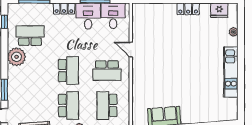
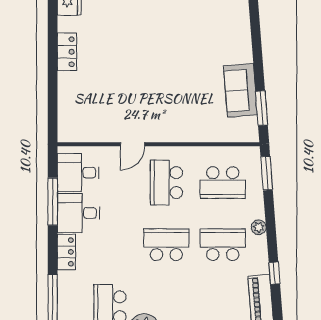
school desk: (107, 71) -> (166, 183), turned 180

